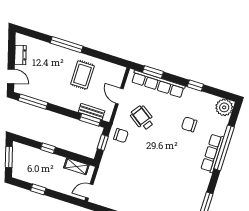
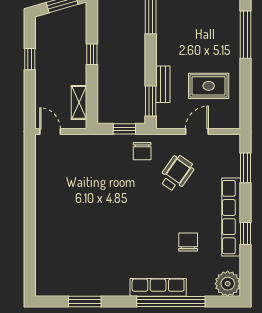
rug: (82, 75) -> (209, 86), moved
row of seats: (158, 84) -> (231, 217), moved
bench: (92, 112) -> (163, 84), moved

